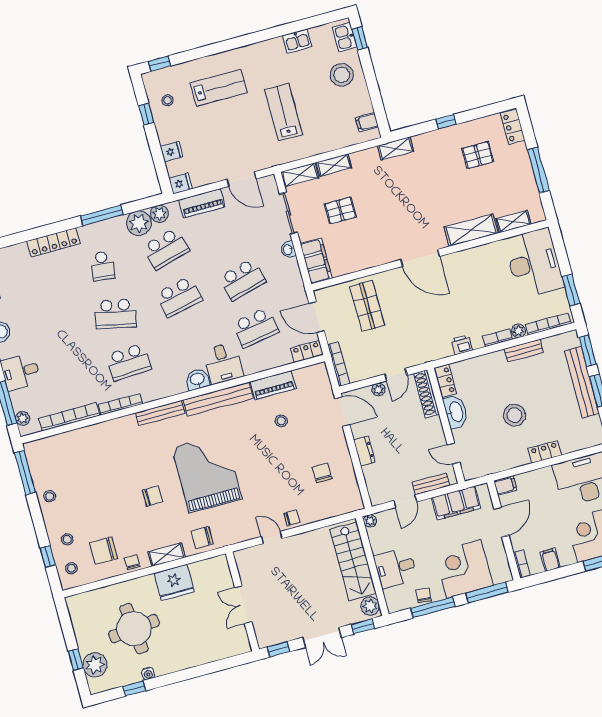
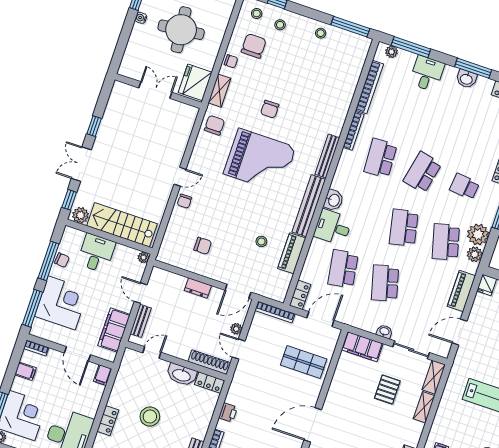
wall: (242, 601) -> (158, 91), moved
double door: (243, 605) -> (155, 90), moved

